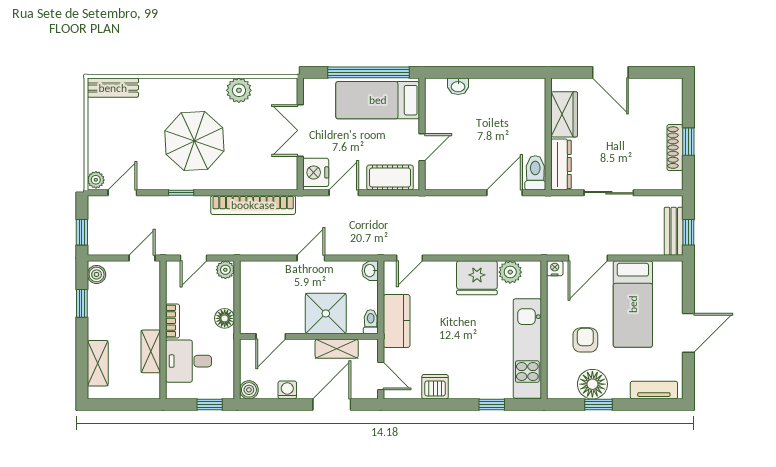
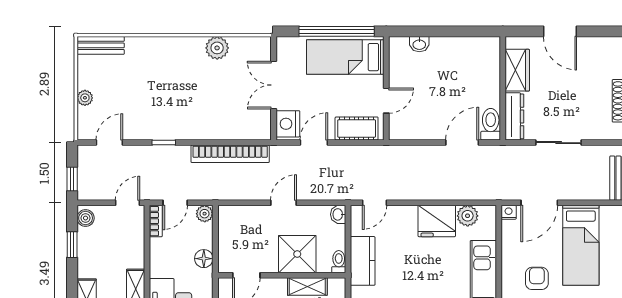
parasol: (194, 141) -> (176, 95), removed
plant: (96, 180) -> (85, 98), moved
bookcase: (173, 321) -> (156, 221), moved

